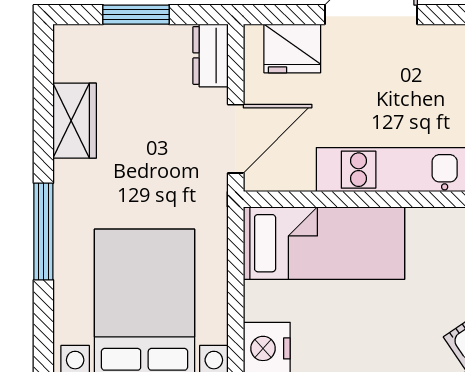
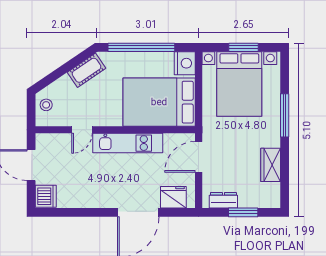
dresser: (210, 55) -> (223, 200), moved, turned -90
bed: (324, 243) -> (159, 102), width x1.50

